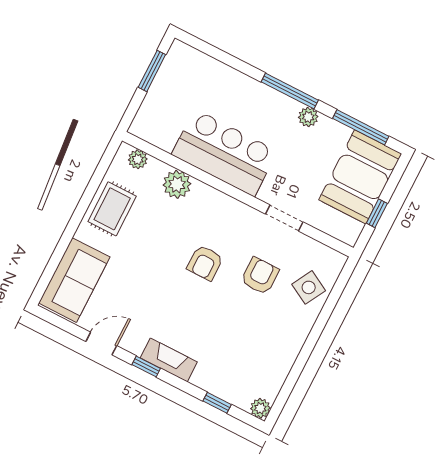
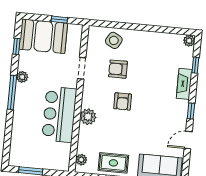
window: (361, 127) -> (17, 46), width x0.46
plant: (177, 184) -> (88, 117), moved
armchair: (205, 263) -> (123, 101), turned 90
door: (101, 344) -> (188, 140), hinge flipped
fireplace: (169, 360) -> (184, 84), moved

